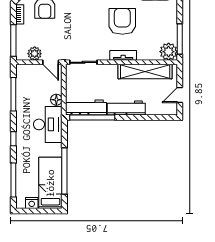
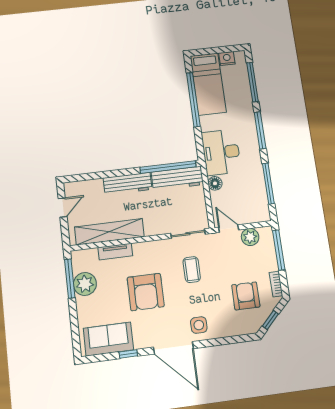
coffee table: (84, 34) -> (192, 270), added
plant: (169, 52) -> (85, 284), moved
tv unit: (123, 55) -> (115, 252), moved
window: (13, 139) -> (260, 130), width x2.17

